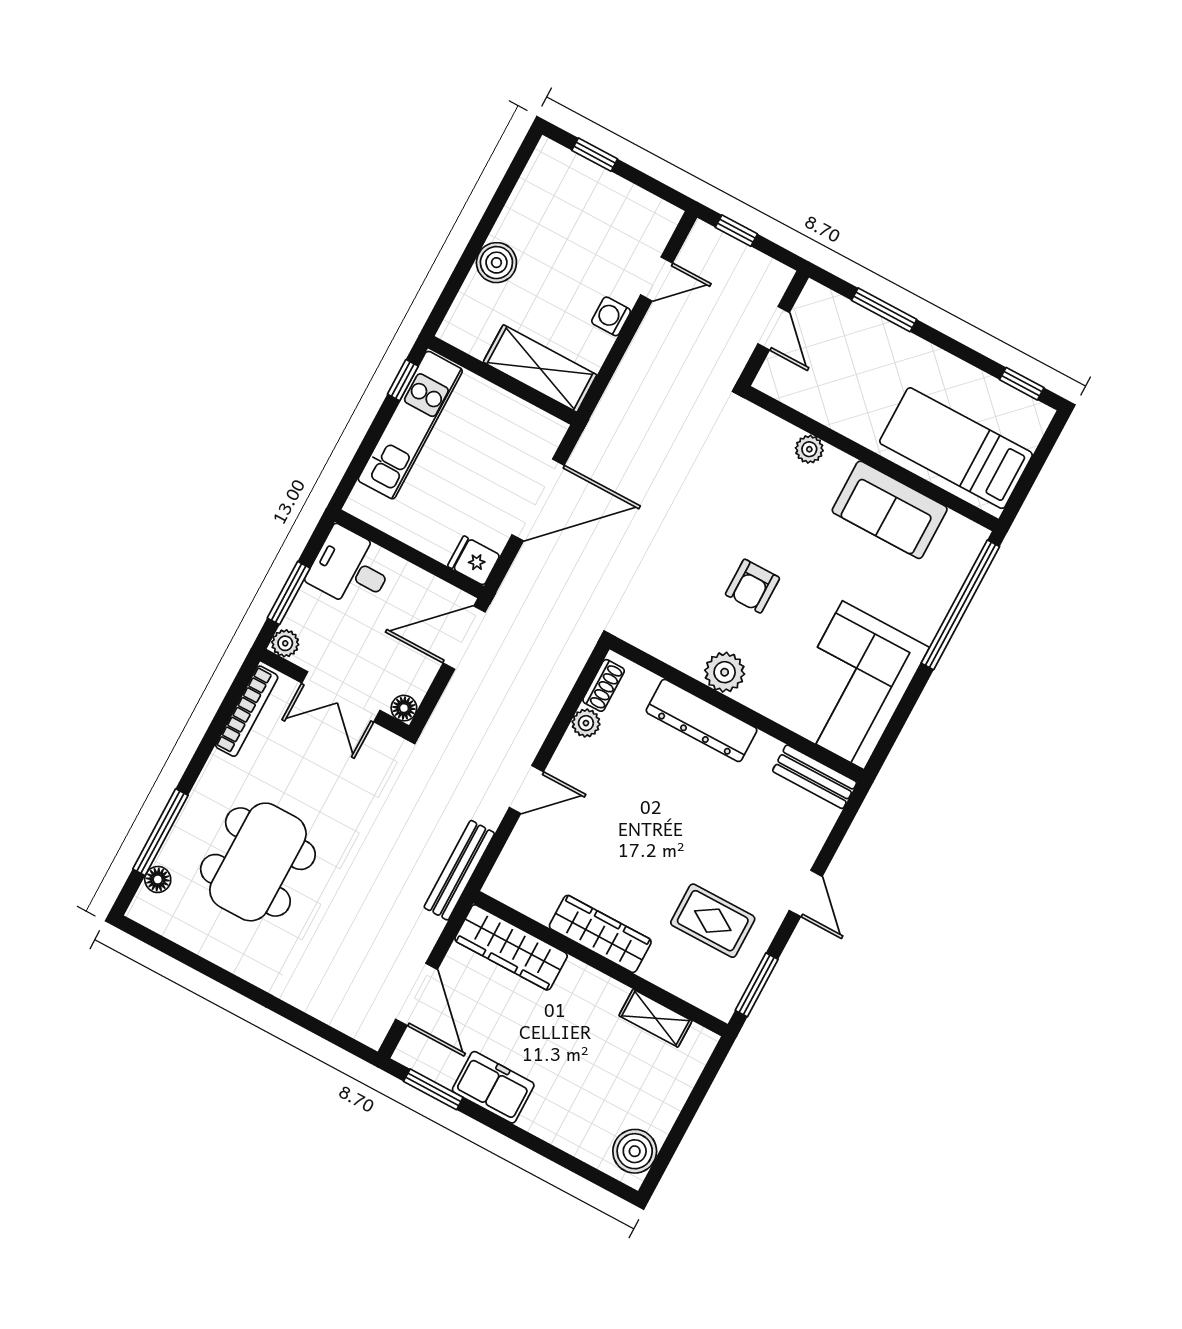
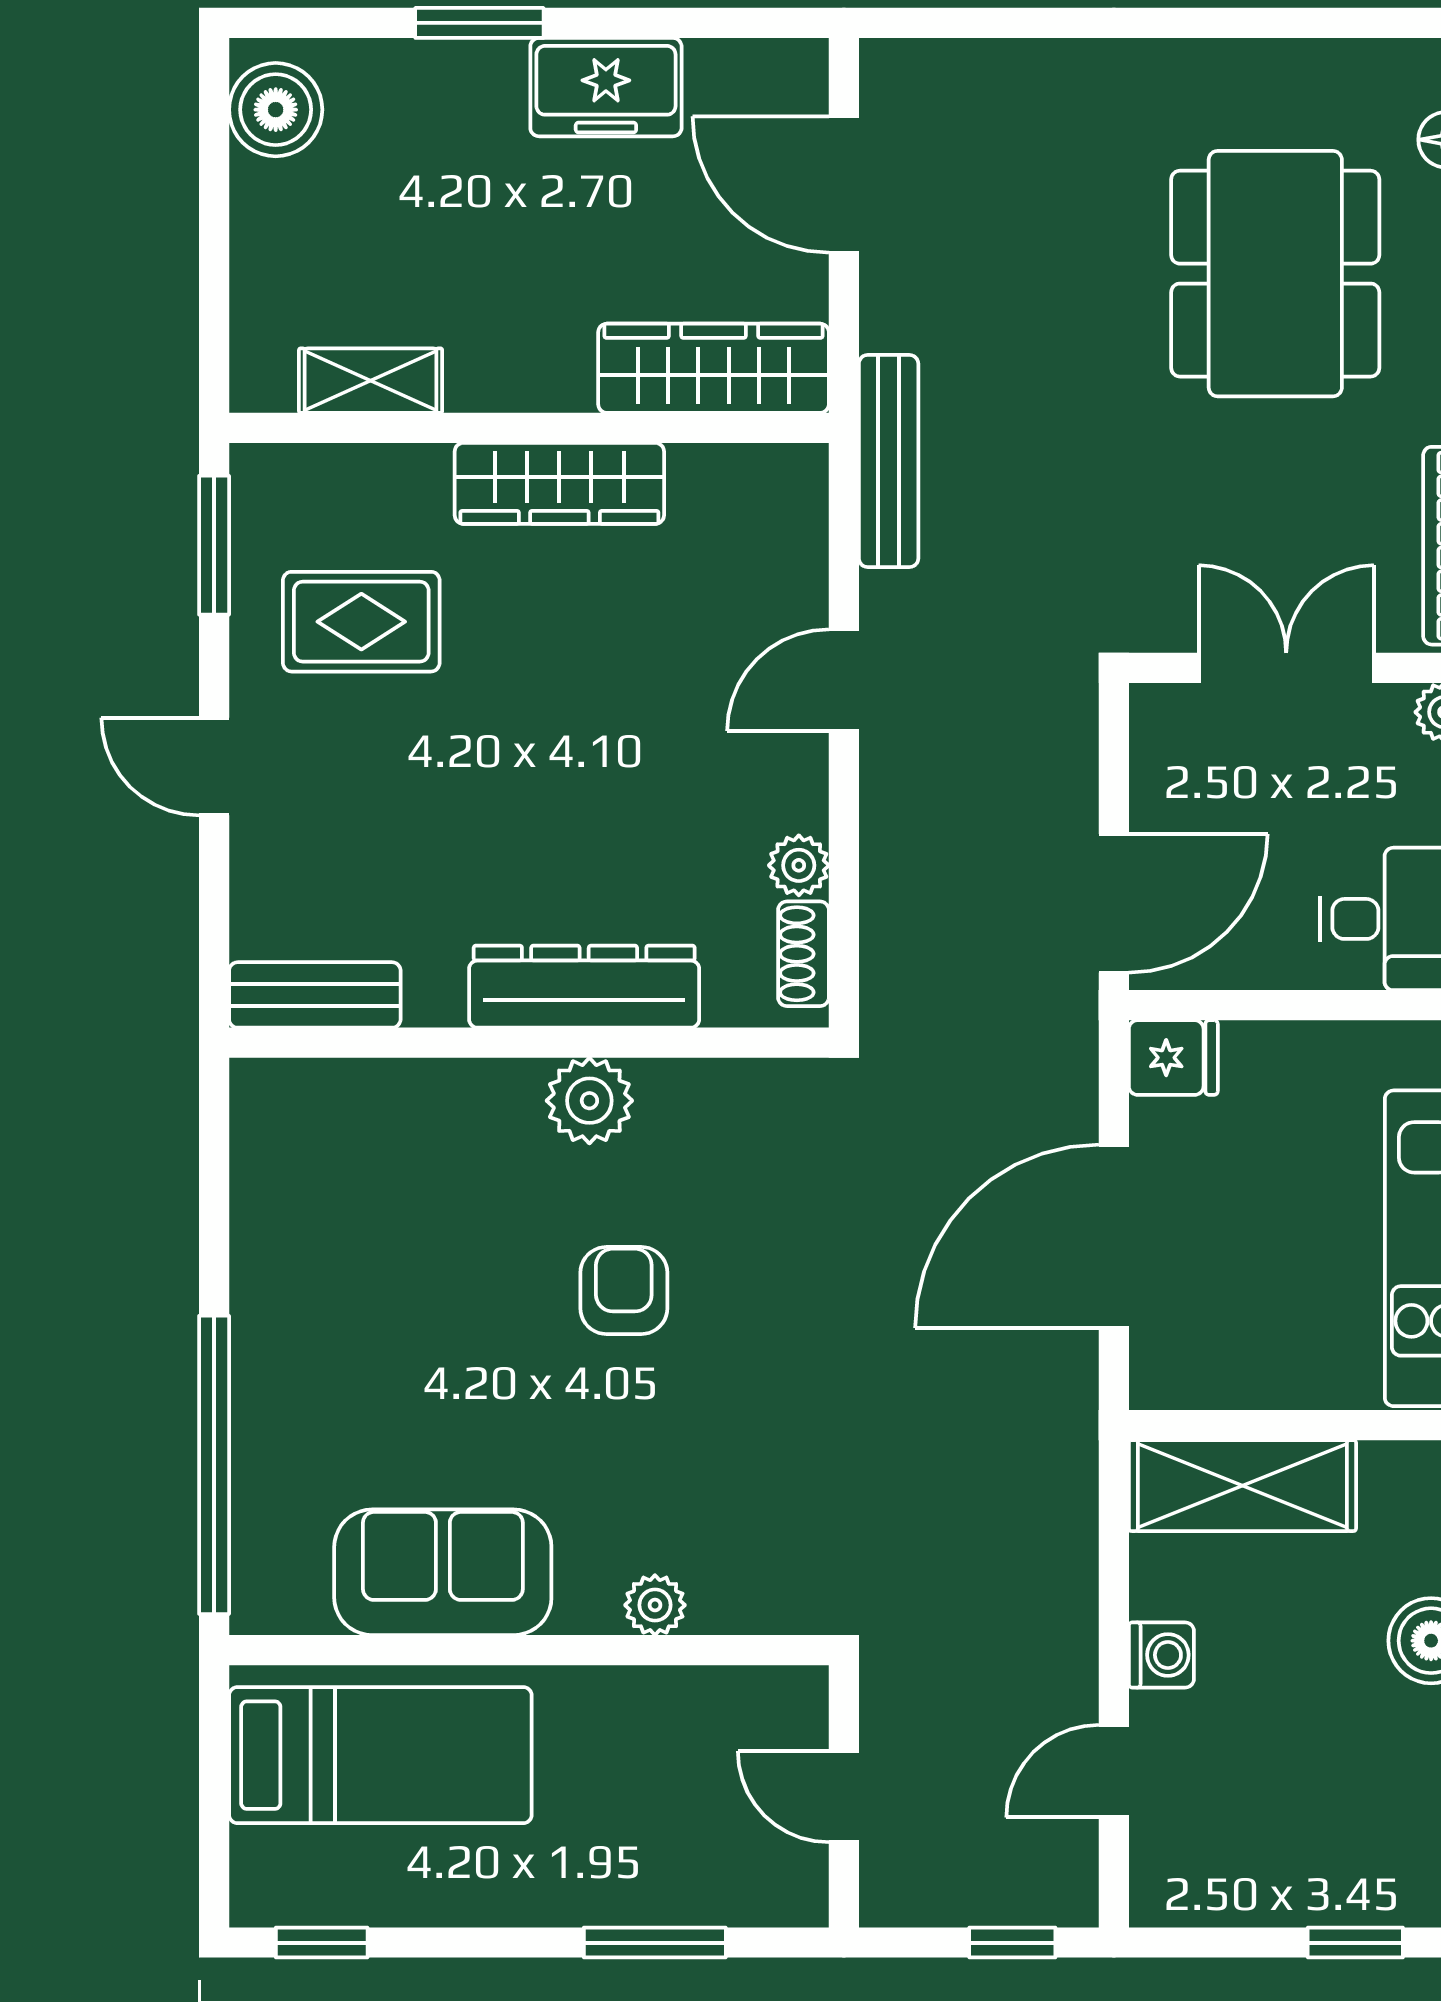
corner sofa: (853, 685) -> (335, 1206), removed
floor lamp: (404, 708) -> (1156, 710), removed
window: (433, 1089) -> (479, 23), moved

